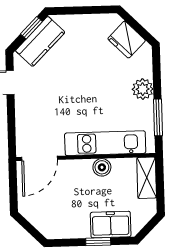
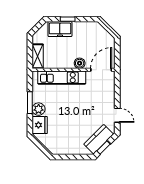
fridge: (127, 40) -> (40, 125), moved, turned 45
window: (158, 117) -> (30, 103), moved
boiler: (102, 167) -> (80, 63), moved

